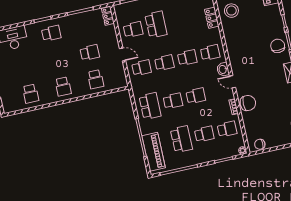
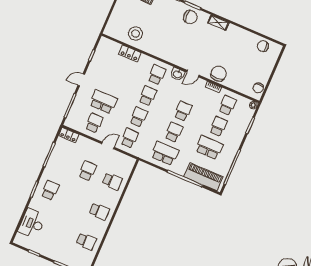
chair: (278, 46) -> (190, 17), turned 180

